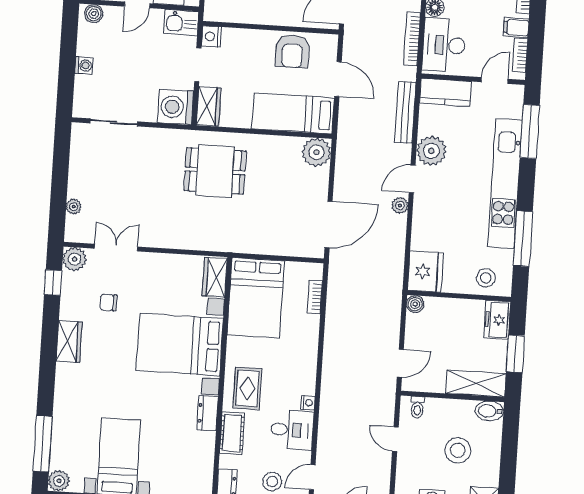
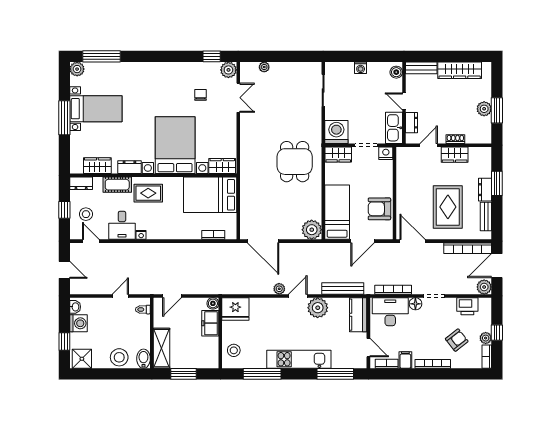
kitchen sink: (181, 22) -> (394, 128), width x1.38
door: (412, 179) -> (298, 296), hinge flipped
kitchen unit: (505, 183) -> (299, 359), width x0.73
freezer: (497, 320) -> (210, 323), moved, turned -90
wardrobe: (69, 341) -> (97, 166), moved, turned 180
door: (400, 363) -> (172, 296), hinge flipped
stool: (458, 450) -> (119, 357), moved

